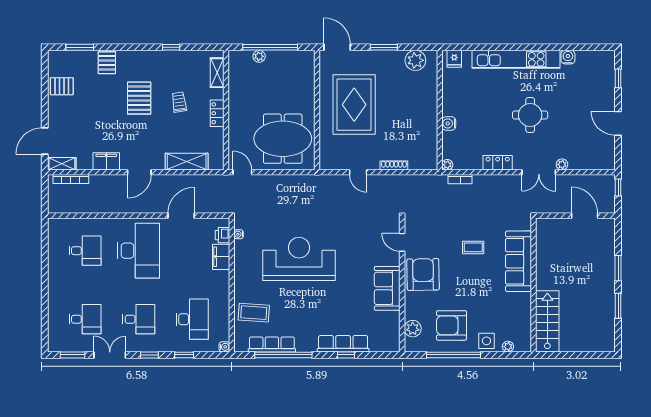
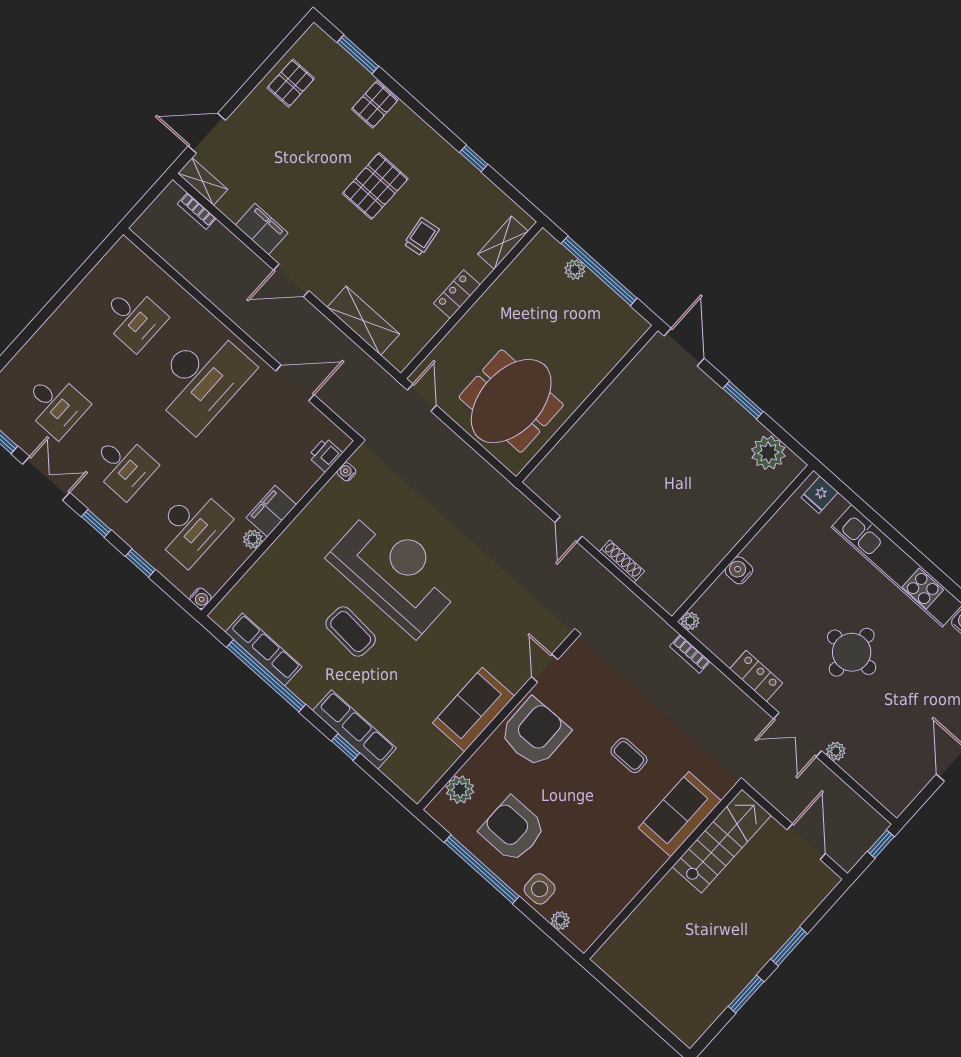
pallet: (62, 86) -> (291, 83), turned 90
rug: (354, 105) -> (640, 439), removed
meeting table: (283, 139) -> (511, 401), turned 90
bookcase: (71, 179) -> (197, 211), width x0.64
filing cabinet: (221, 257) -> (271, 511), moved
sofa: (519, 261) -> (680, 814), width x0.73
plant: (224, 300) -> (253, 539), added
coffee table: (254, 313) -> (351, 632), moved
stairs: (547, 321) -> (722, 841), moved

